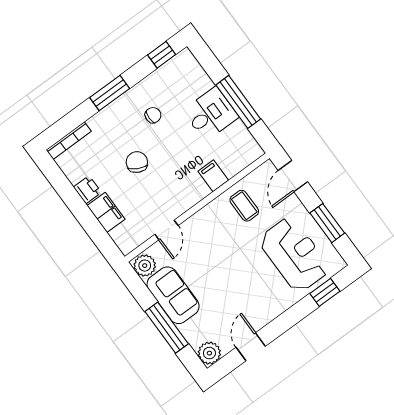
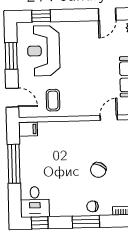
desk: (211, 114) -> (35, 202), moved, turned -90
chair: (153, 115) -> (92, 206), moved
filing cabinet: (213, 176) -> (28, 129), moved, turned -90
door: (293, 176) -> (12, 98), hinge flipped

